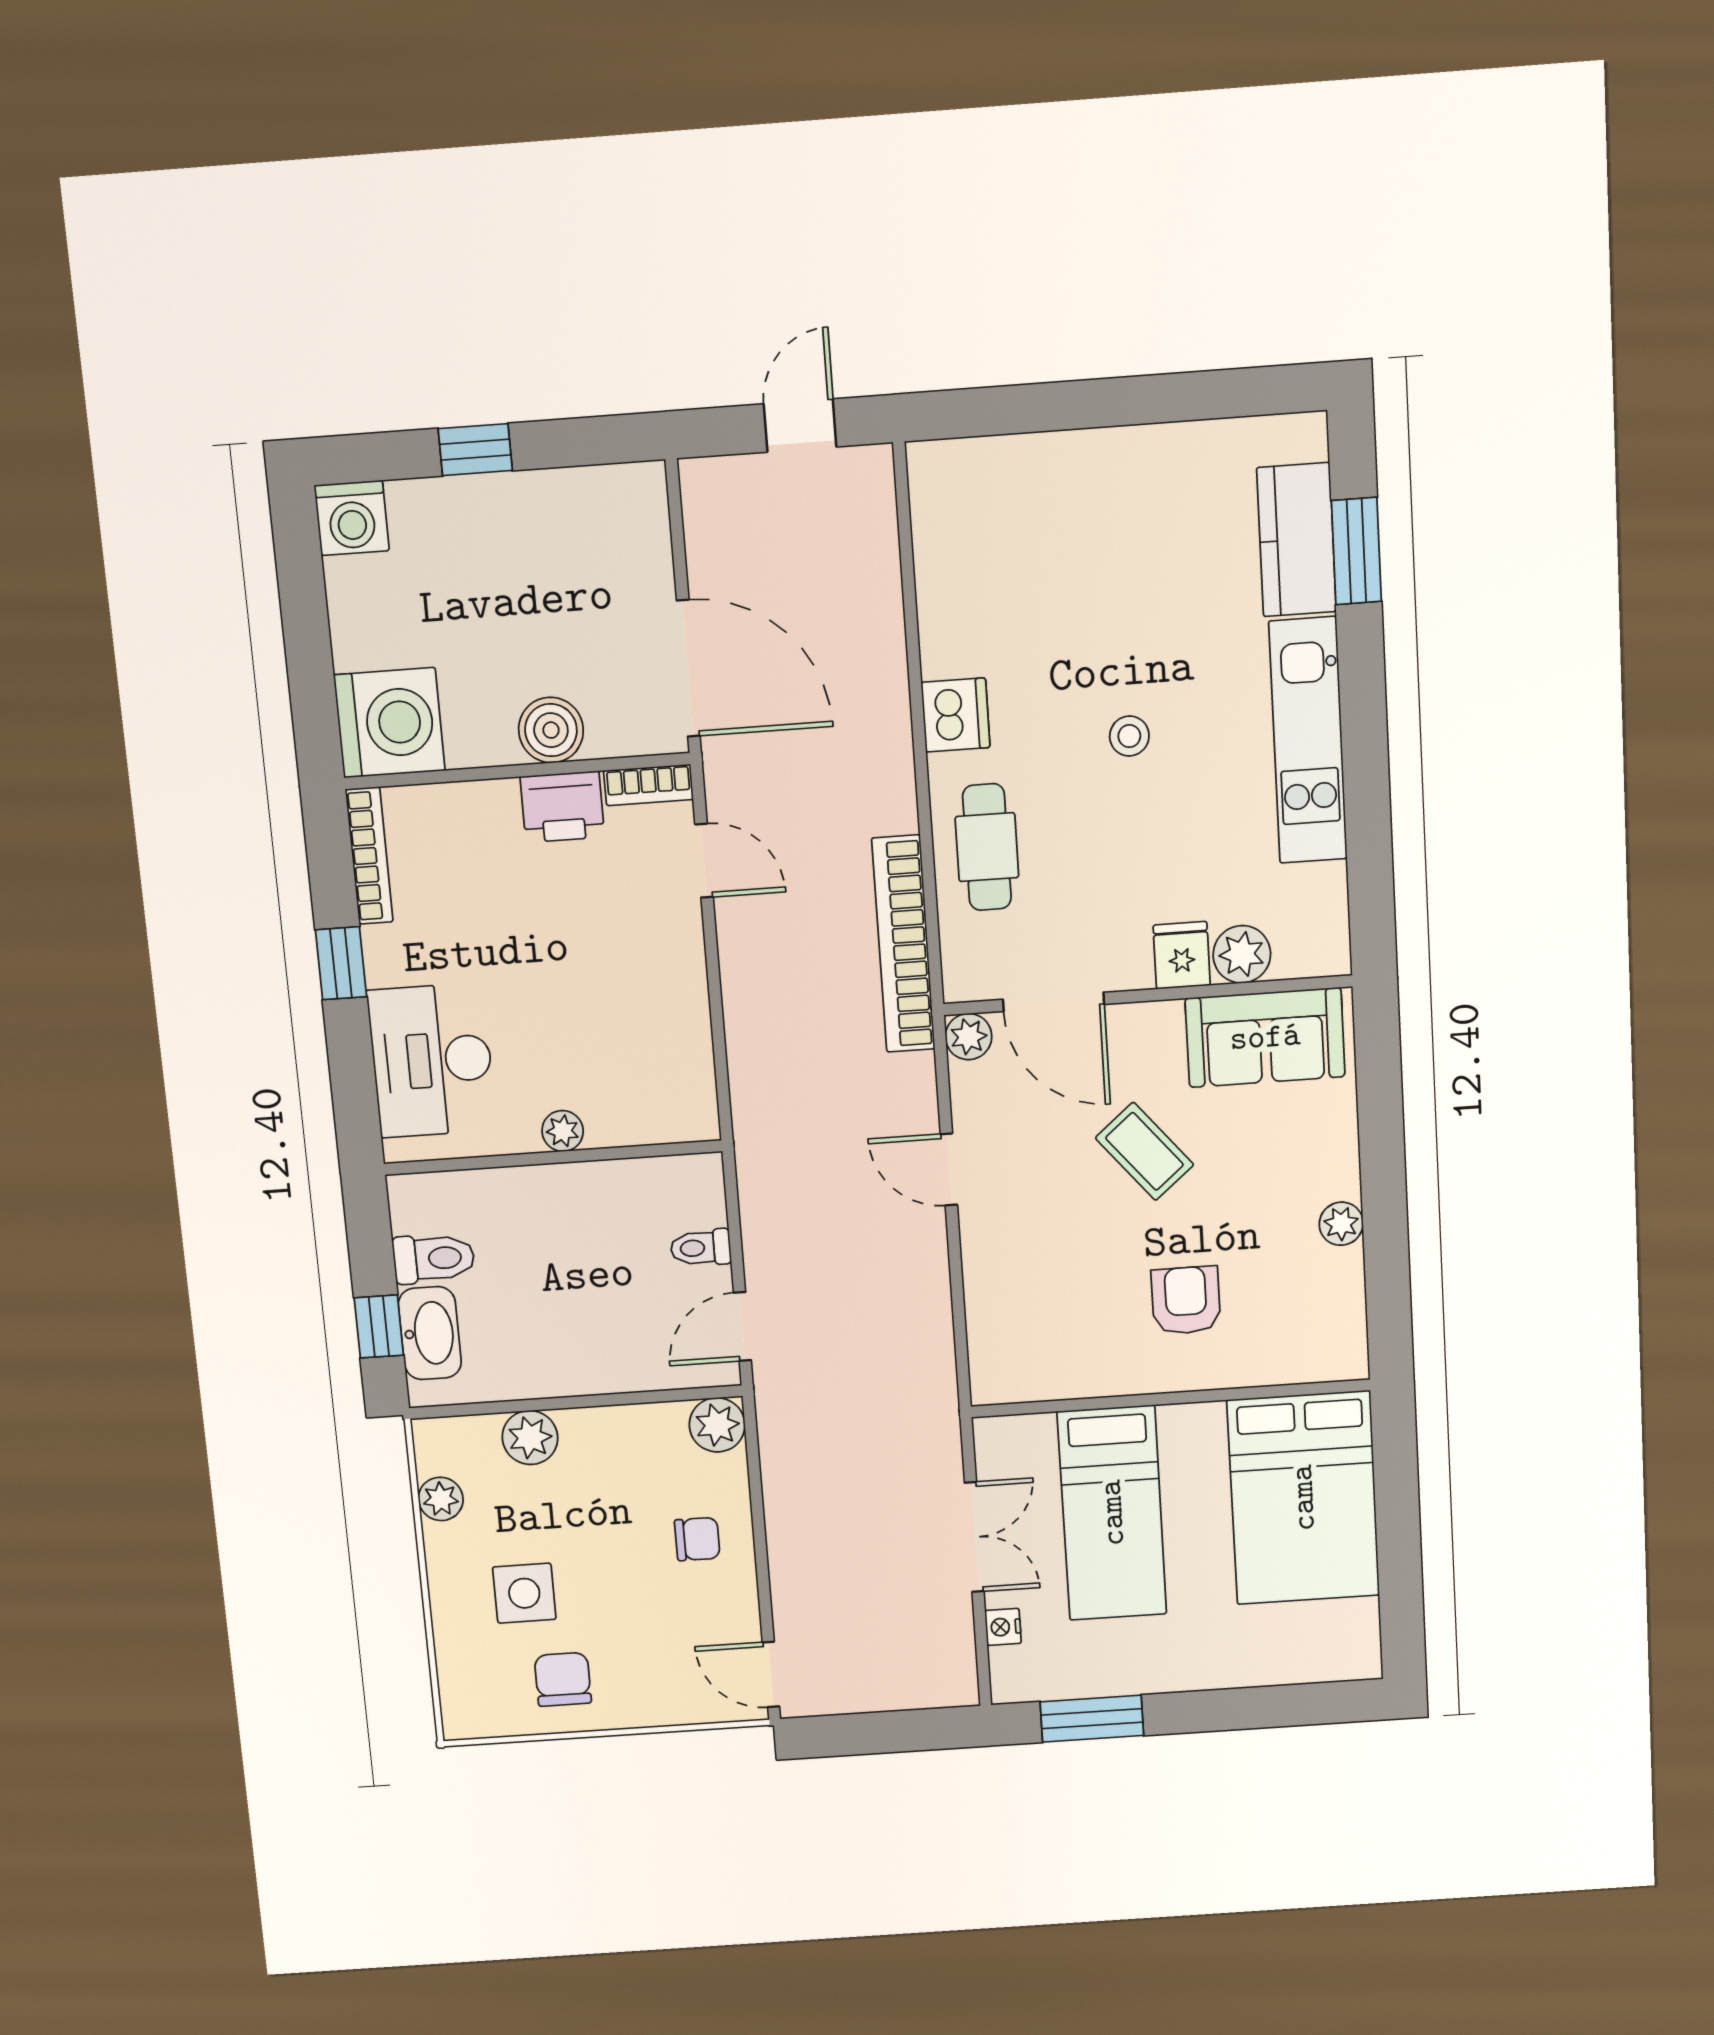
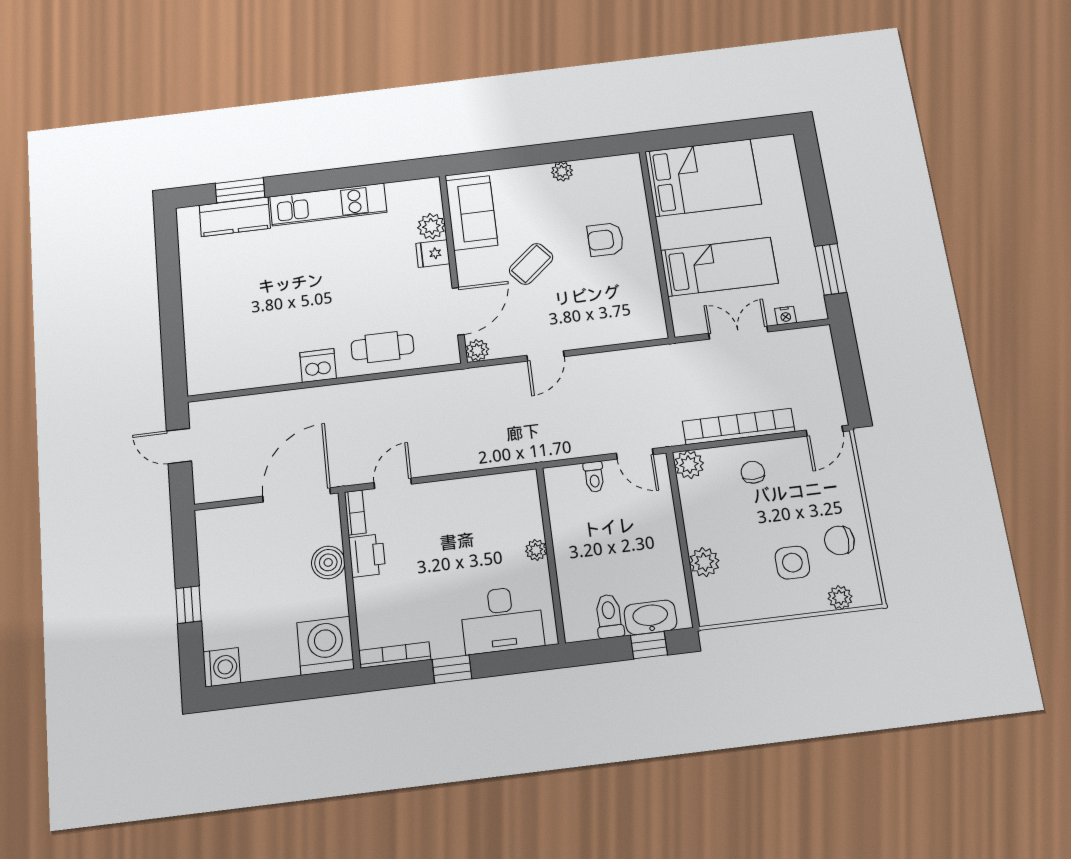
stool: (1129, 736) -> (327, 285), removed
bookcase: (903, 944) -> (739, 426), moved, turned 180
plant: (441, 1499) -> (840, 598), moved

